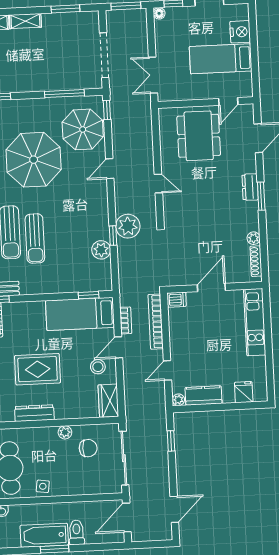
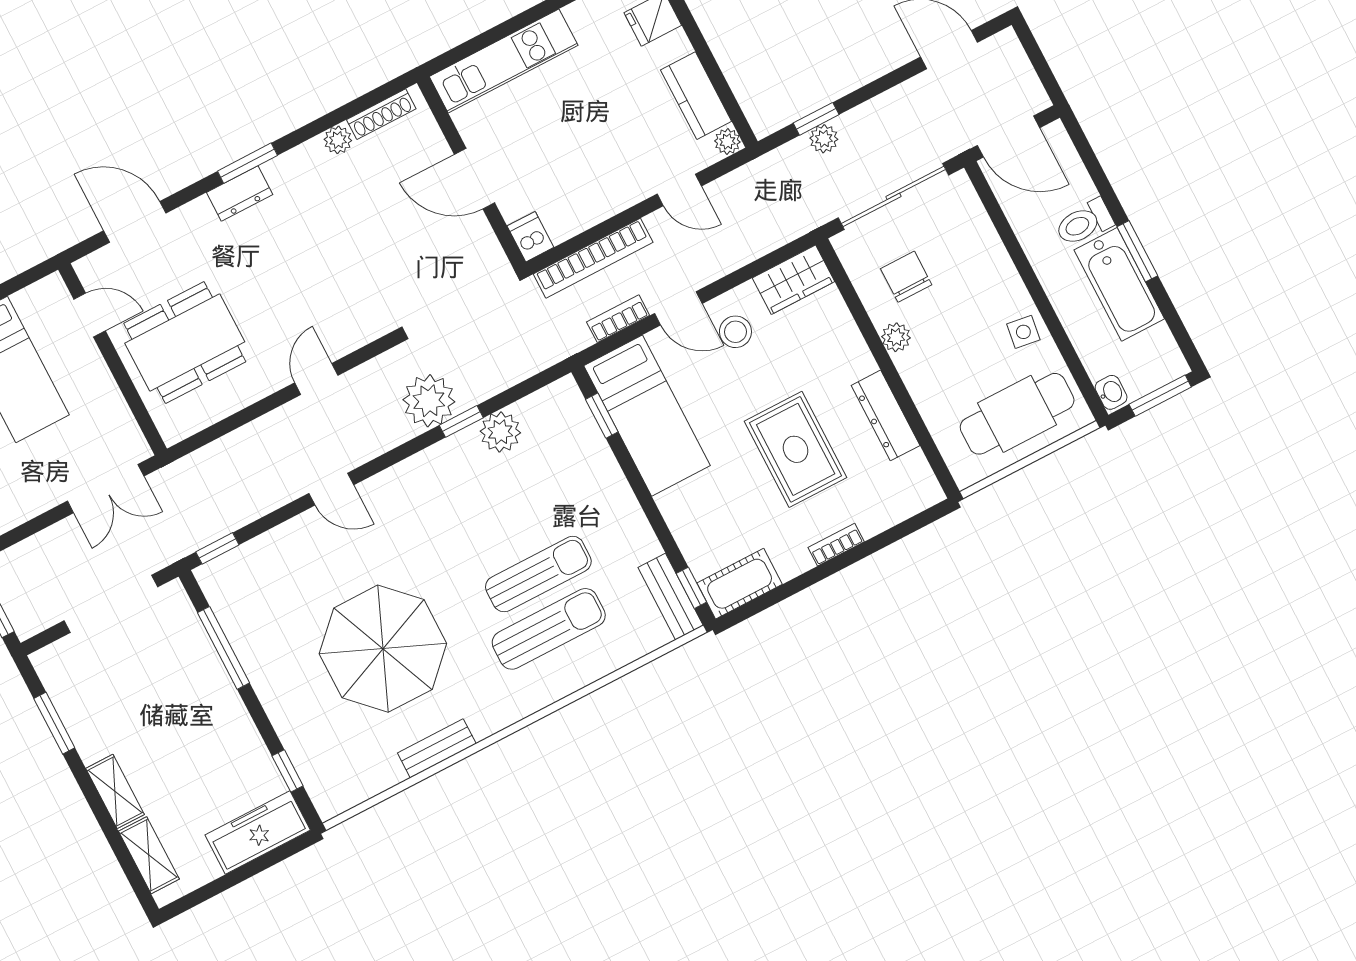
parasol: (83, 129) -> (278, 579), removed
plant: (161, 440) -> (824, 139), added

